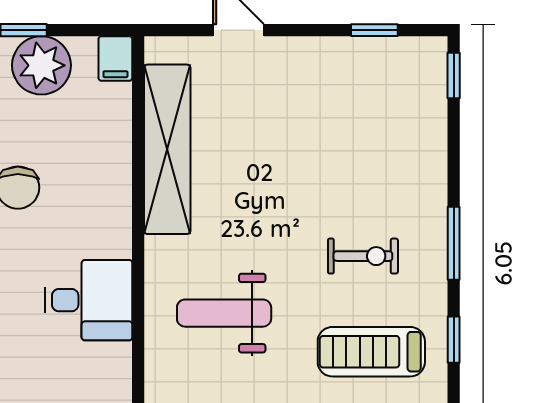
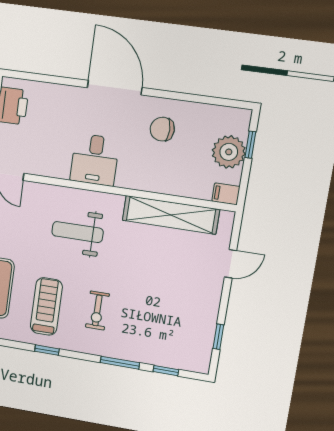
window: (454, 76) -> (166, 371), moved
window: (454, 243) -> (120, 363), moved
weight bench: (224, 313) -> (77, 232), turned -90

